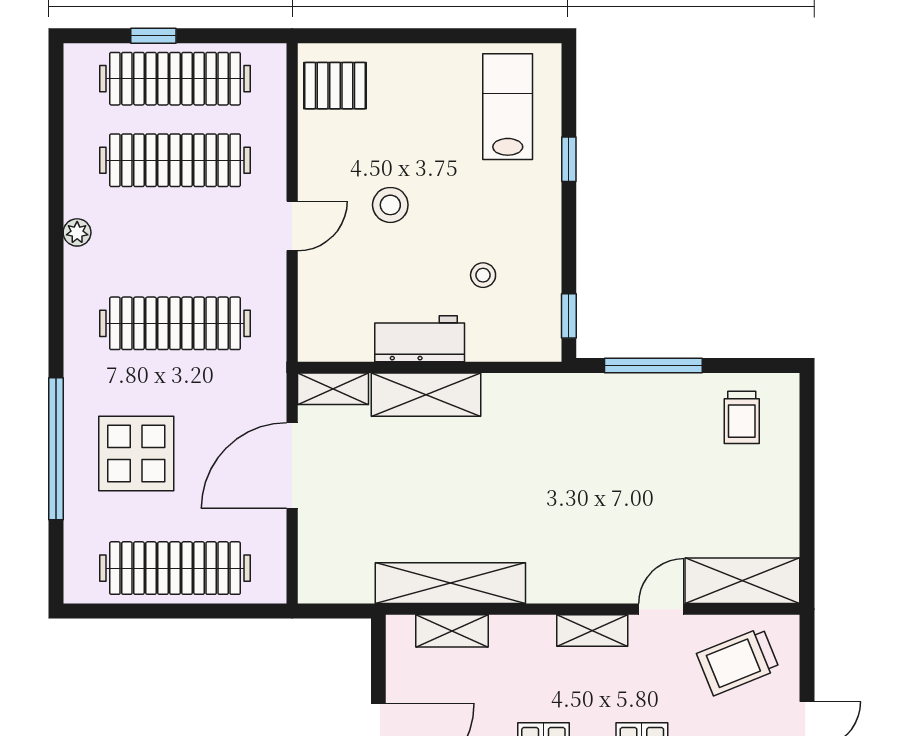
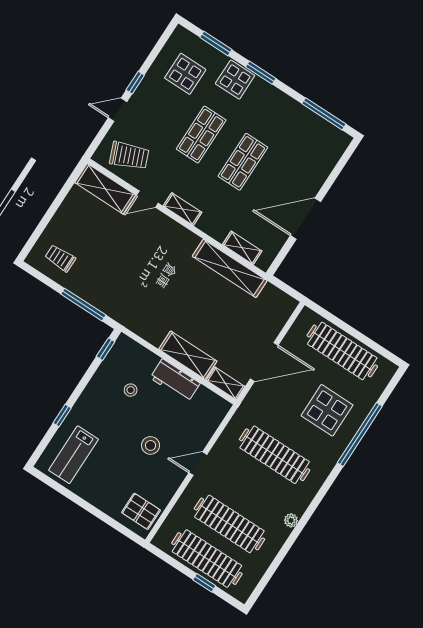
trolley: (742, 417) -> (60, 258), turned -90

